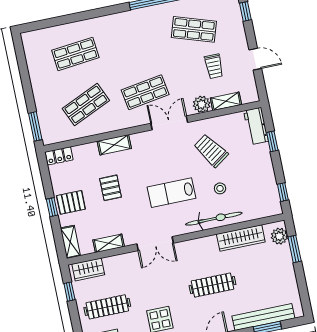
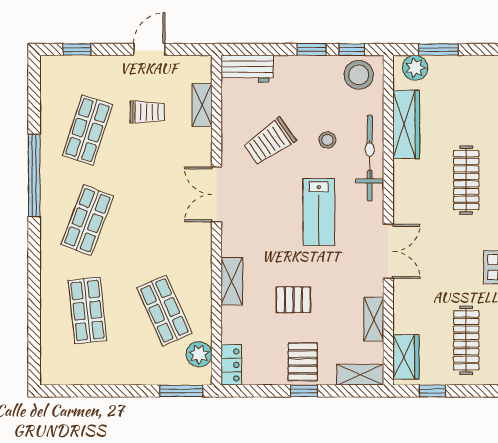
shop shelf: (145, 92) -> (87, 220), moved, turned 30
plant: (202, 104) -> (199, 354), moved
window: (272, 141) -> (311, 49), moved
stool: (267, 200) -> (359, 75), added

